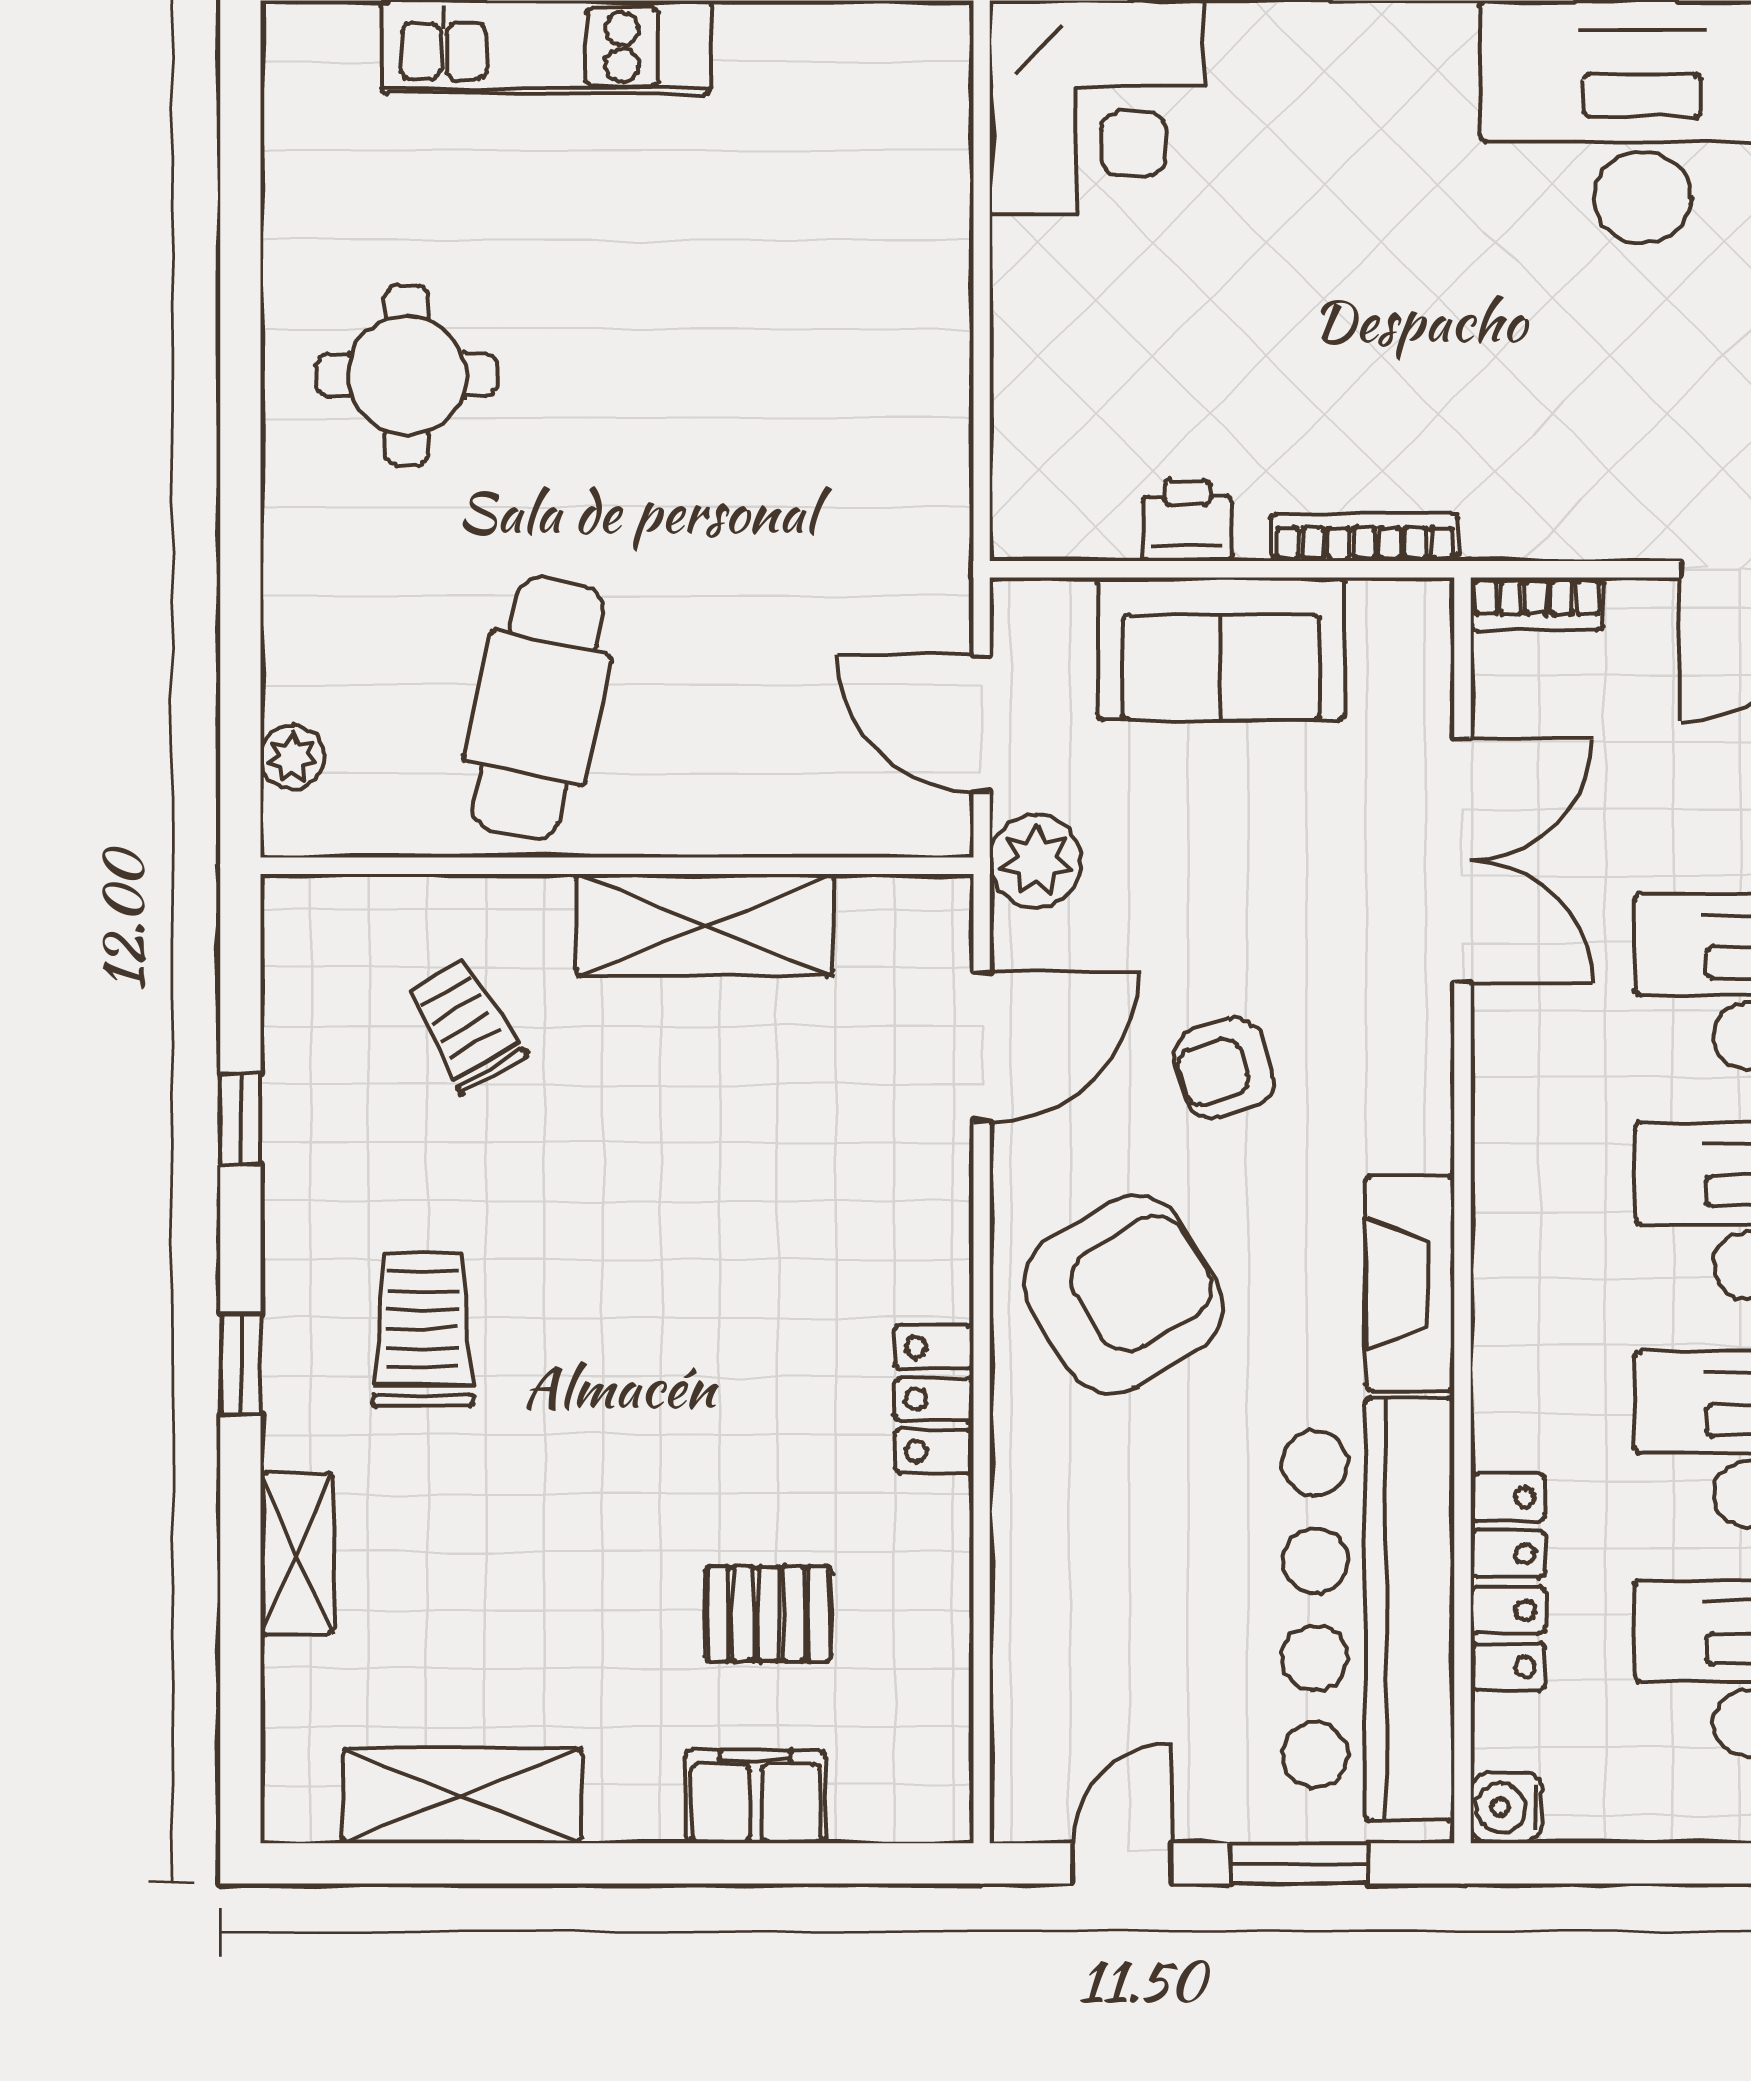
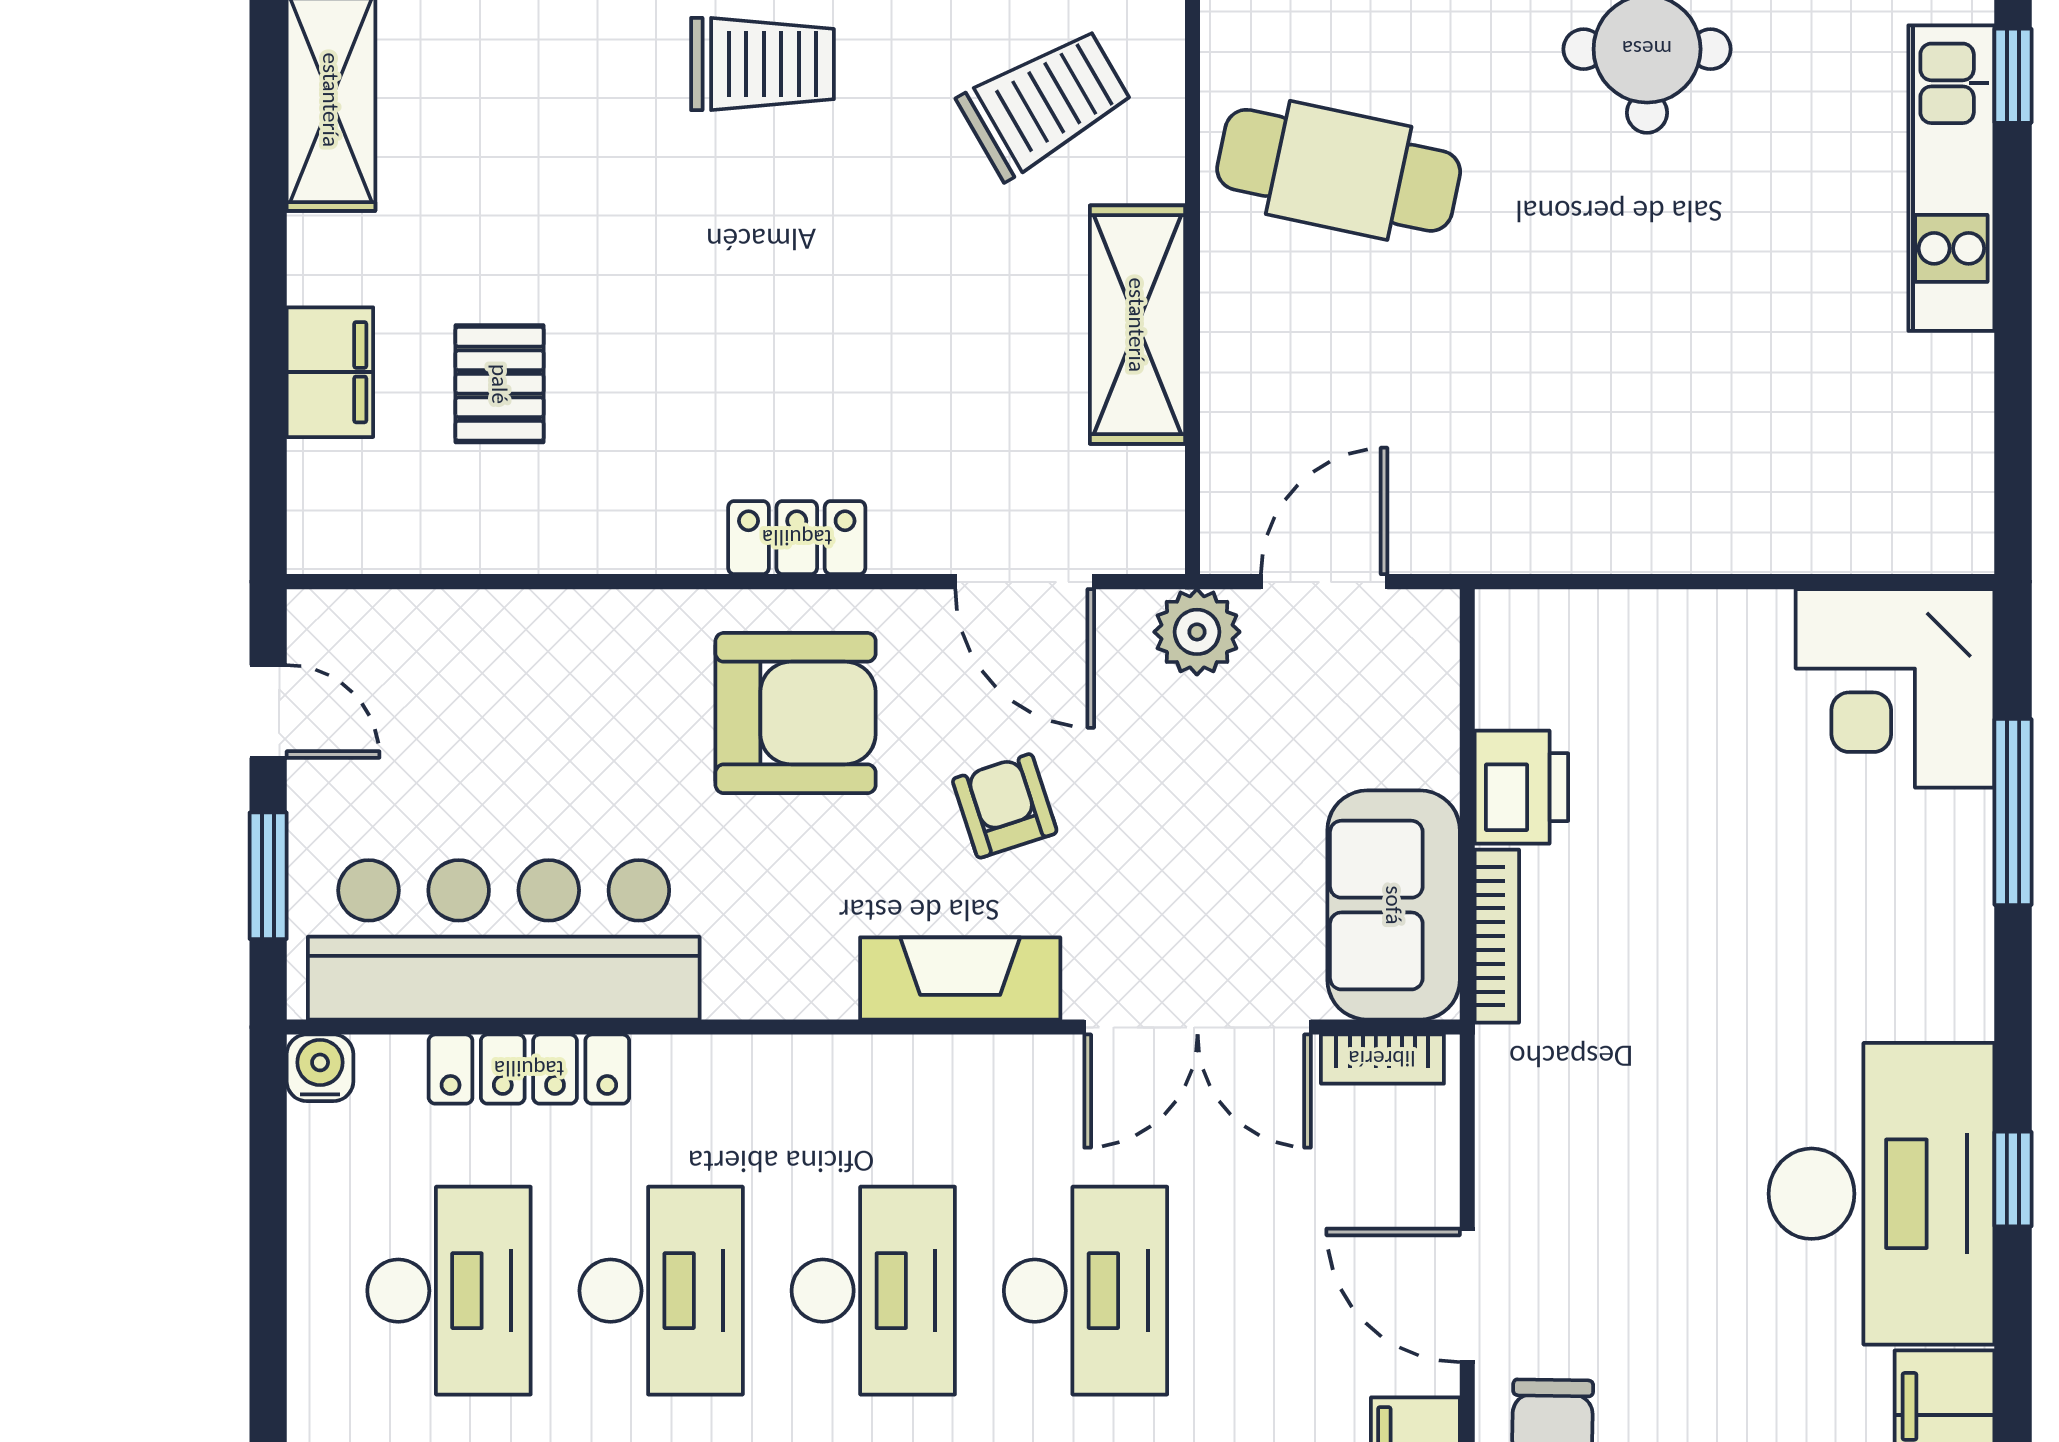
printer: (1187, 521) -> (1521, 787), width x1.36, depth x1.24
bookcase: (1537, 604) -> (1382, 1059), moved, turned -90
sofa: (1221, 649) -> (1394, 905), moved
trolley: (465, 1025) -> (1045, 103), width x1.36, depth x1.39
fireplace: (1410, 1283) -> (960, 978), moved
armchair: (1124, 1294) -> (796, 713), turned -59
locker: (934, 1399) -> (797, 538), moved

